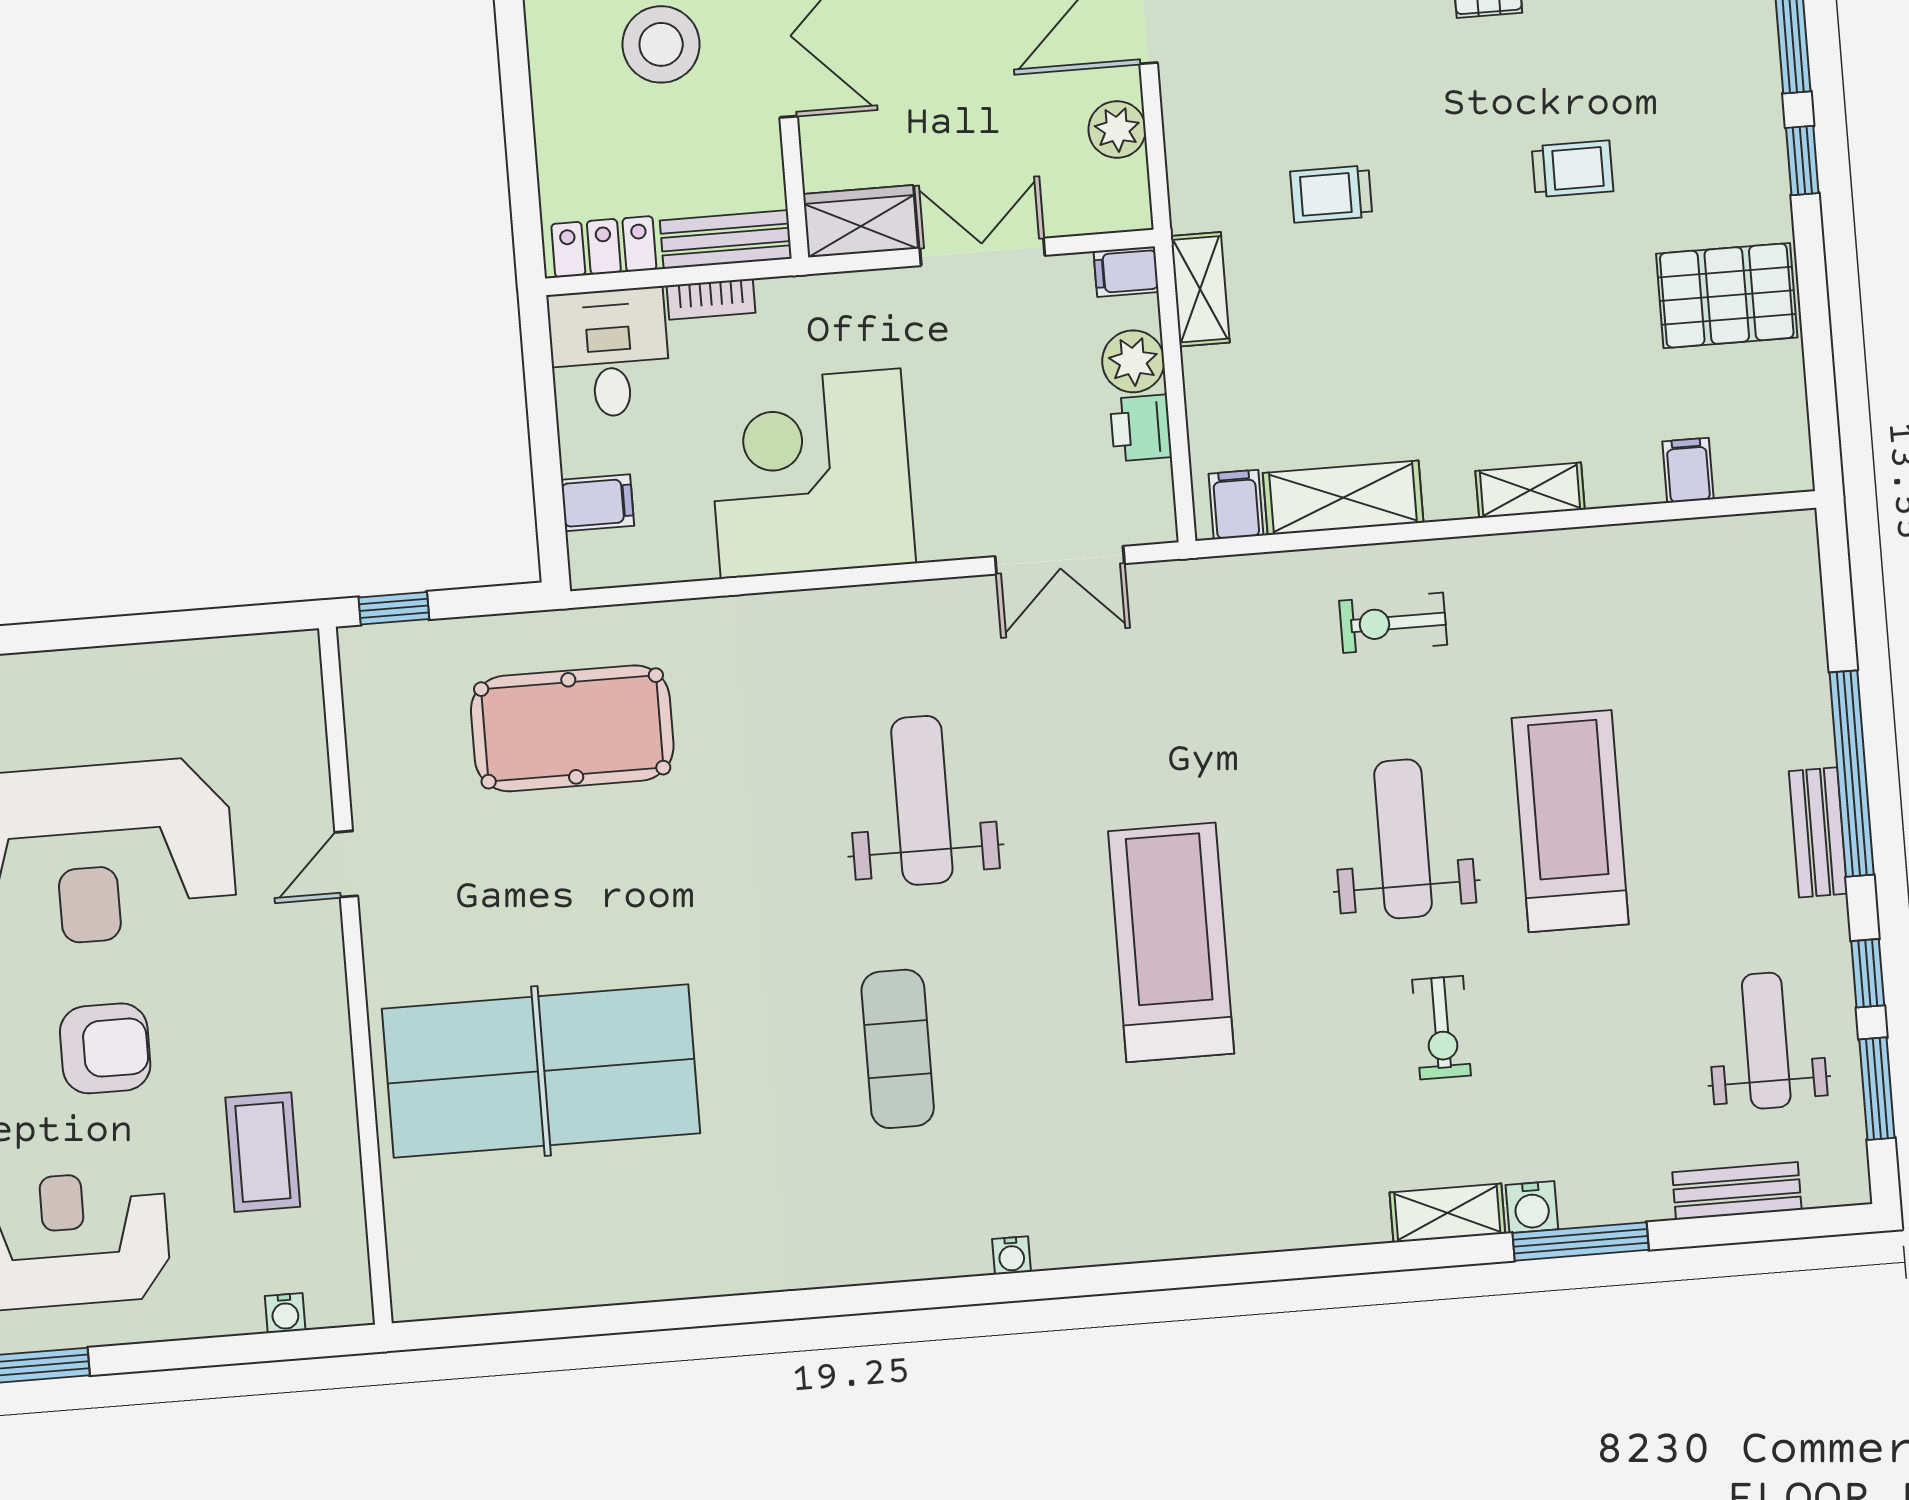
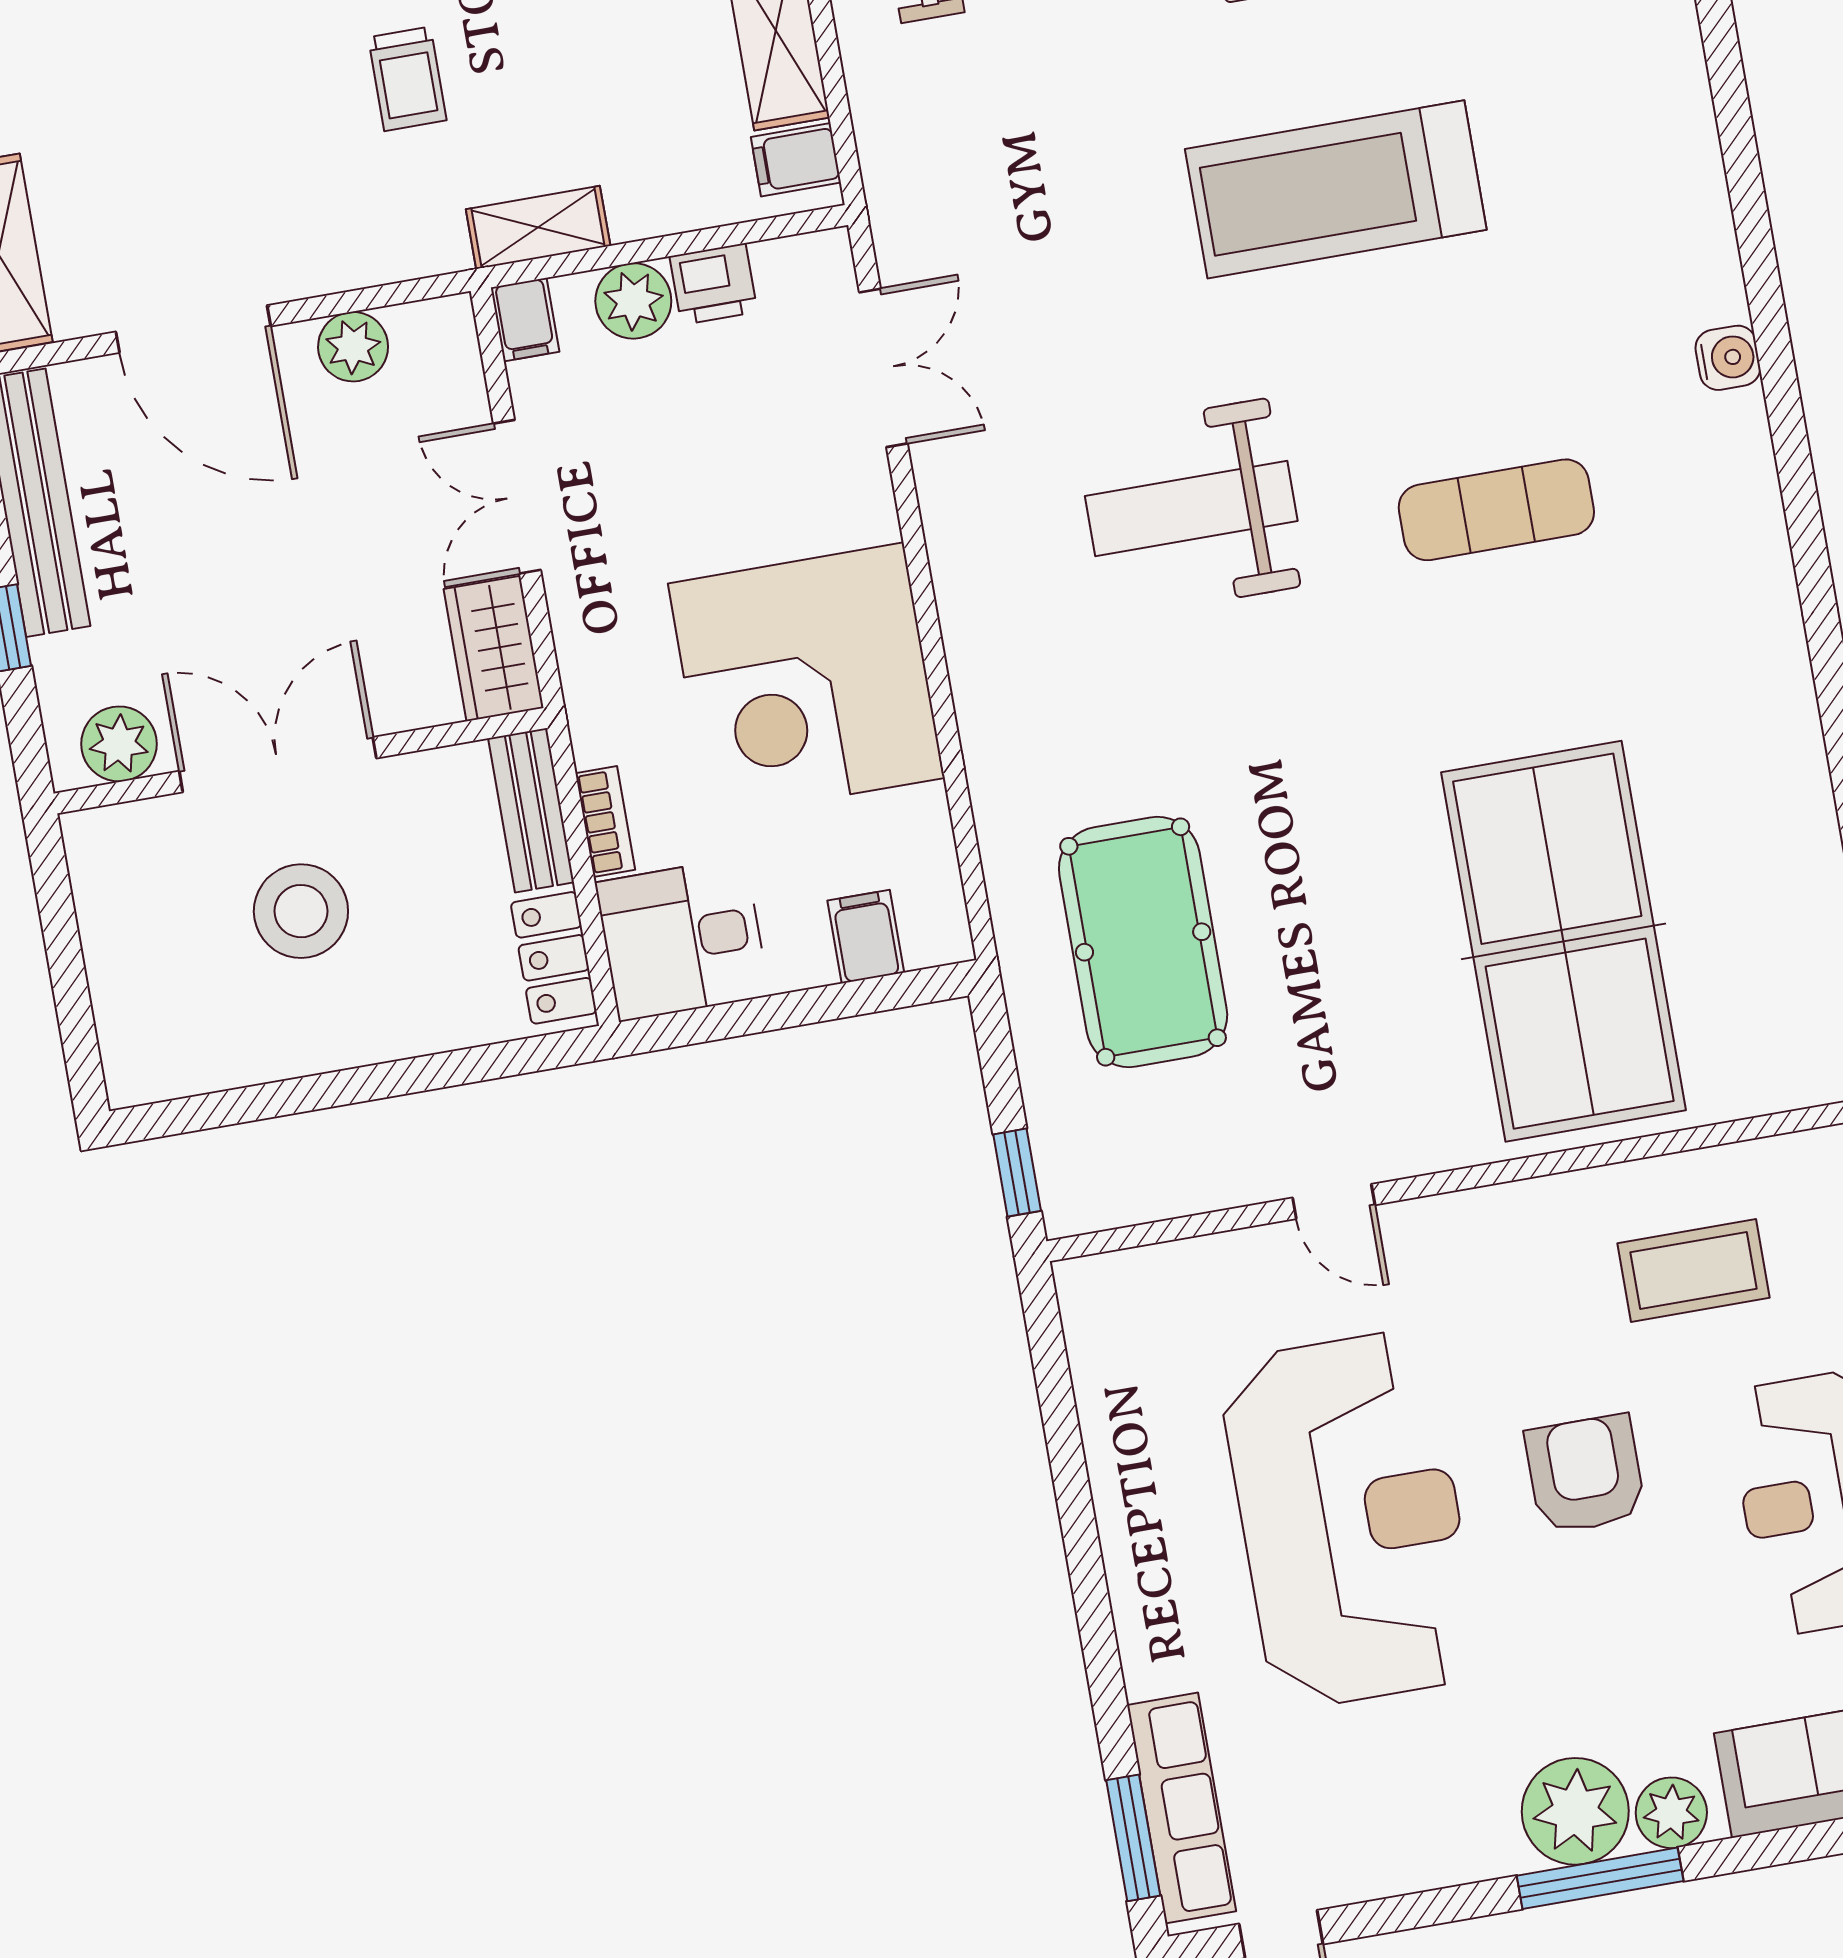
water cooler: (1011, 1255) -> (1728, 358), width x1.38, depth x1.38

